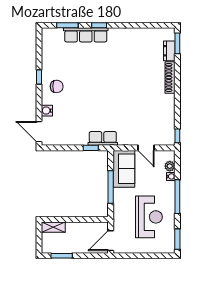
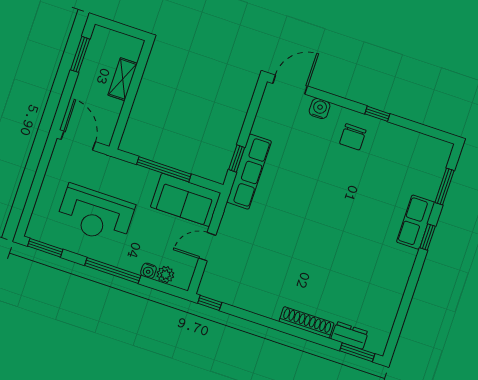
row of seats: (86, 35) -> (416, 222), width x0.68
row of seats: (103, 138) -> (249, 172), width x1.48
shelving: (53, 227) -> (123, 79), moved

